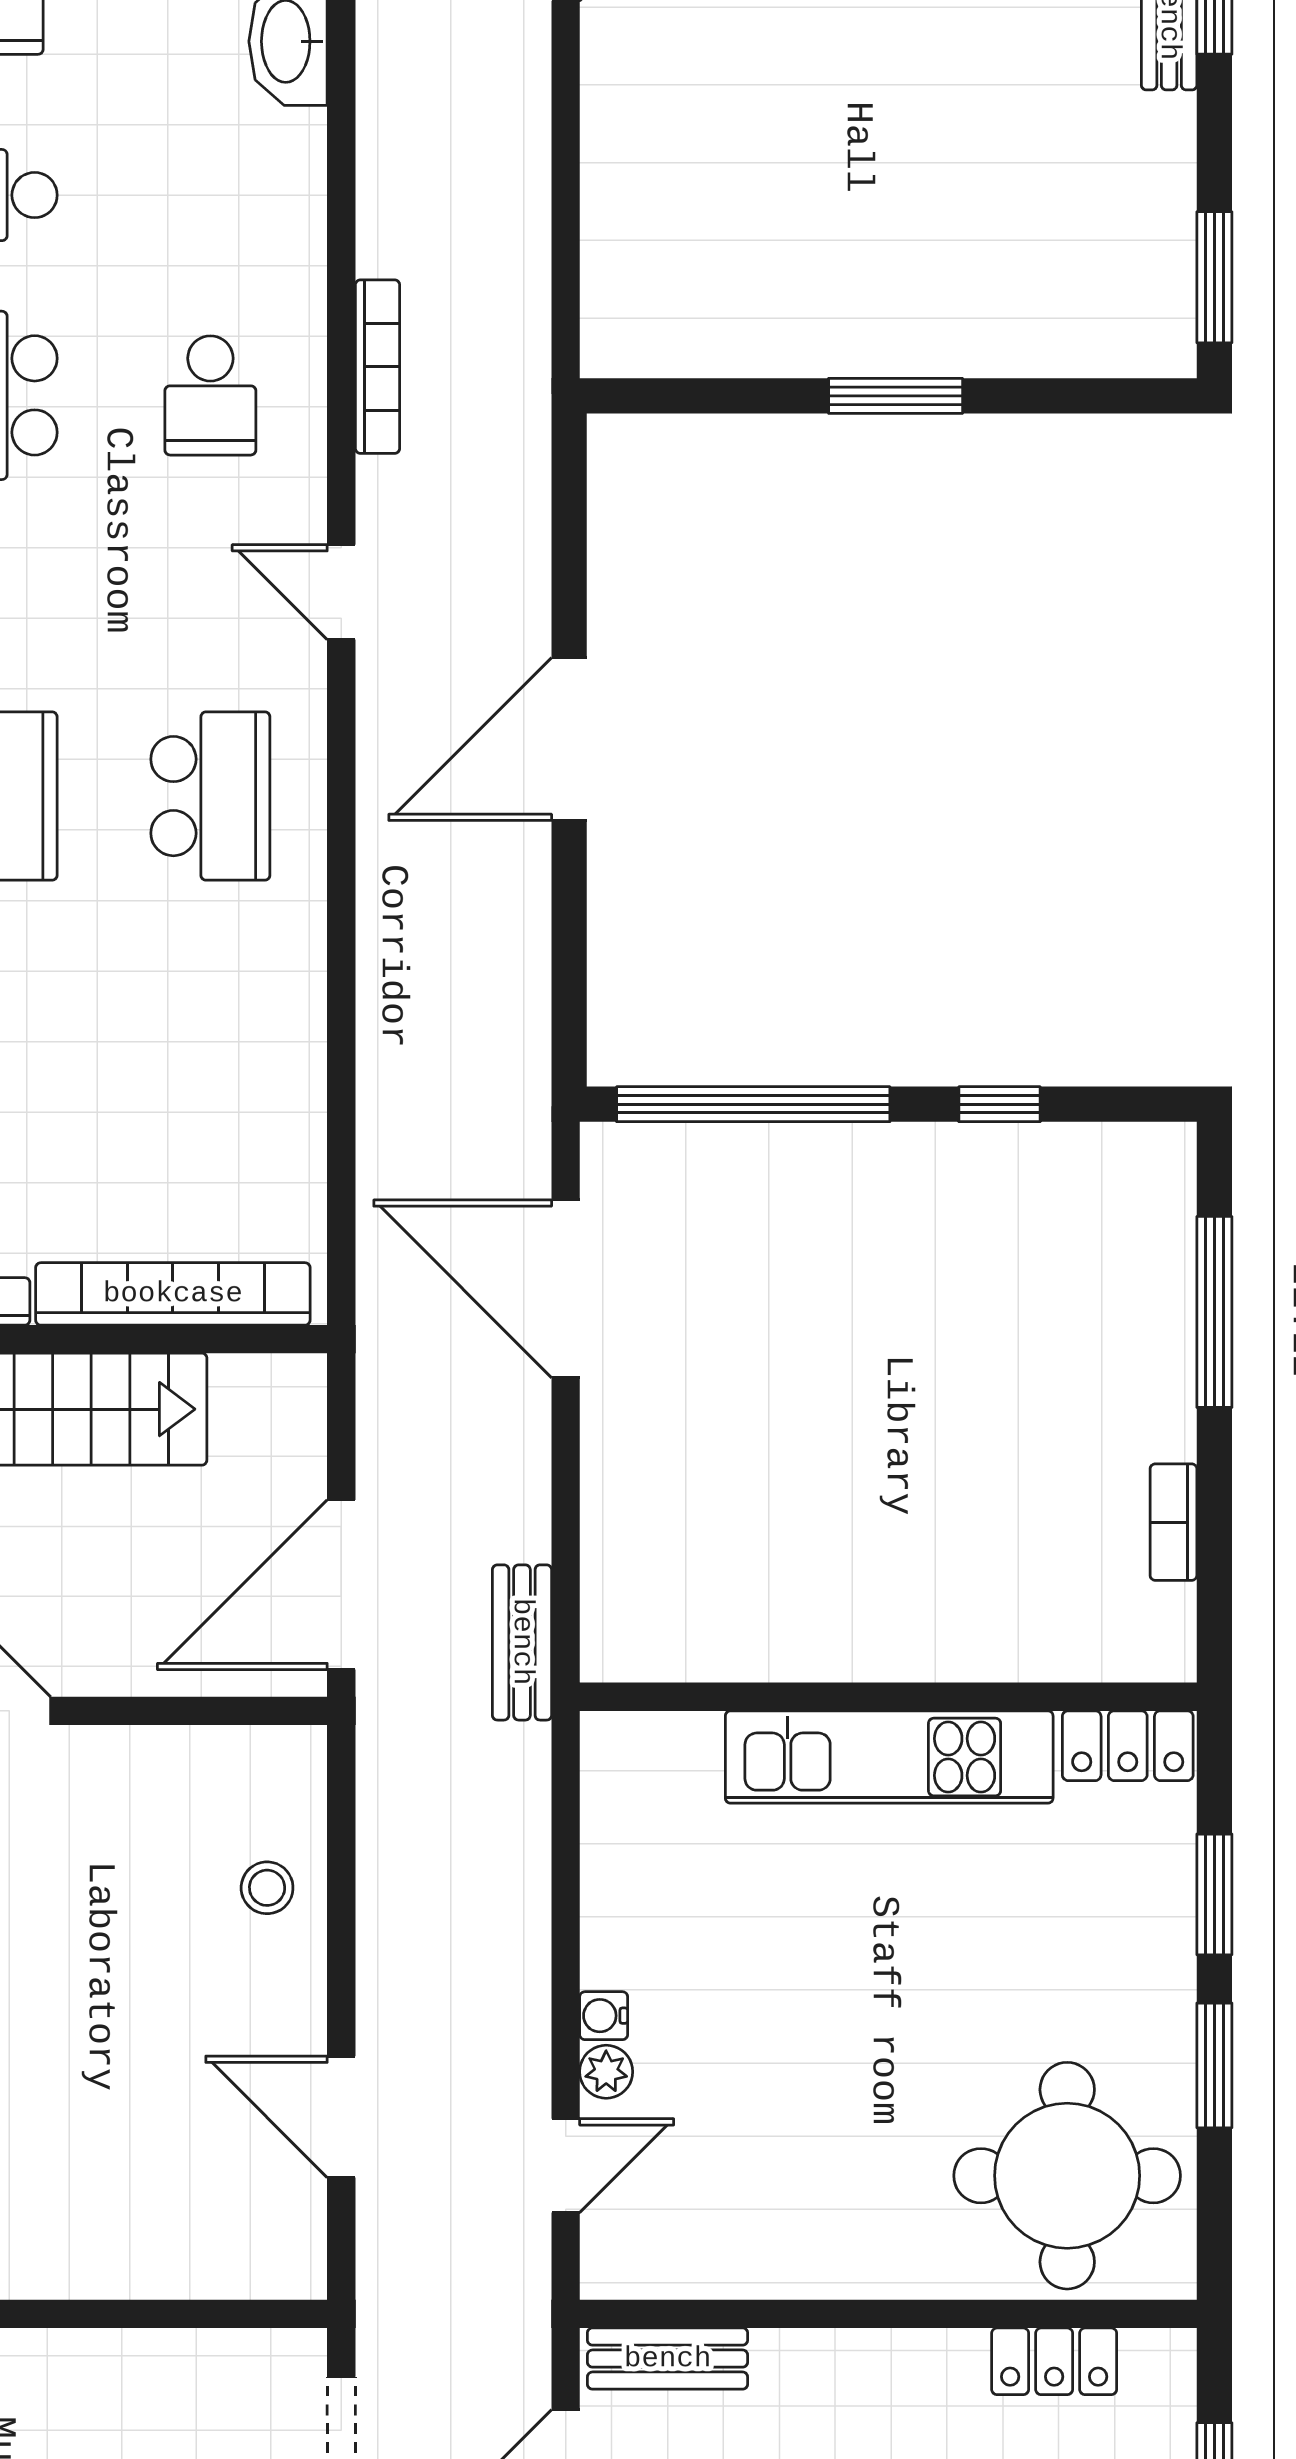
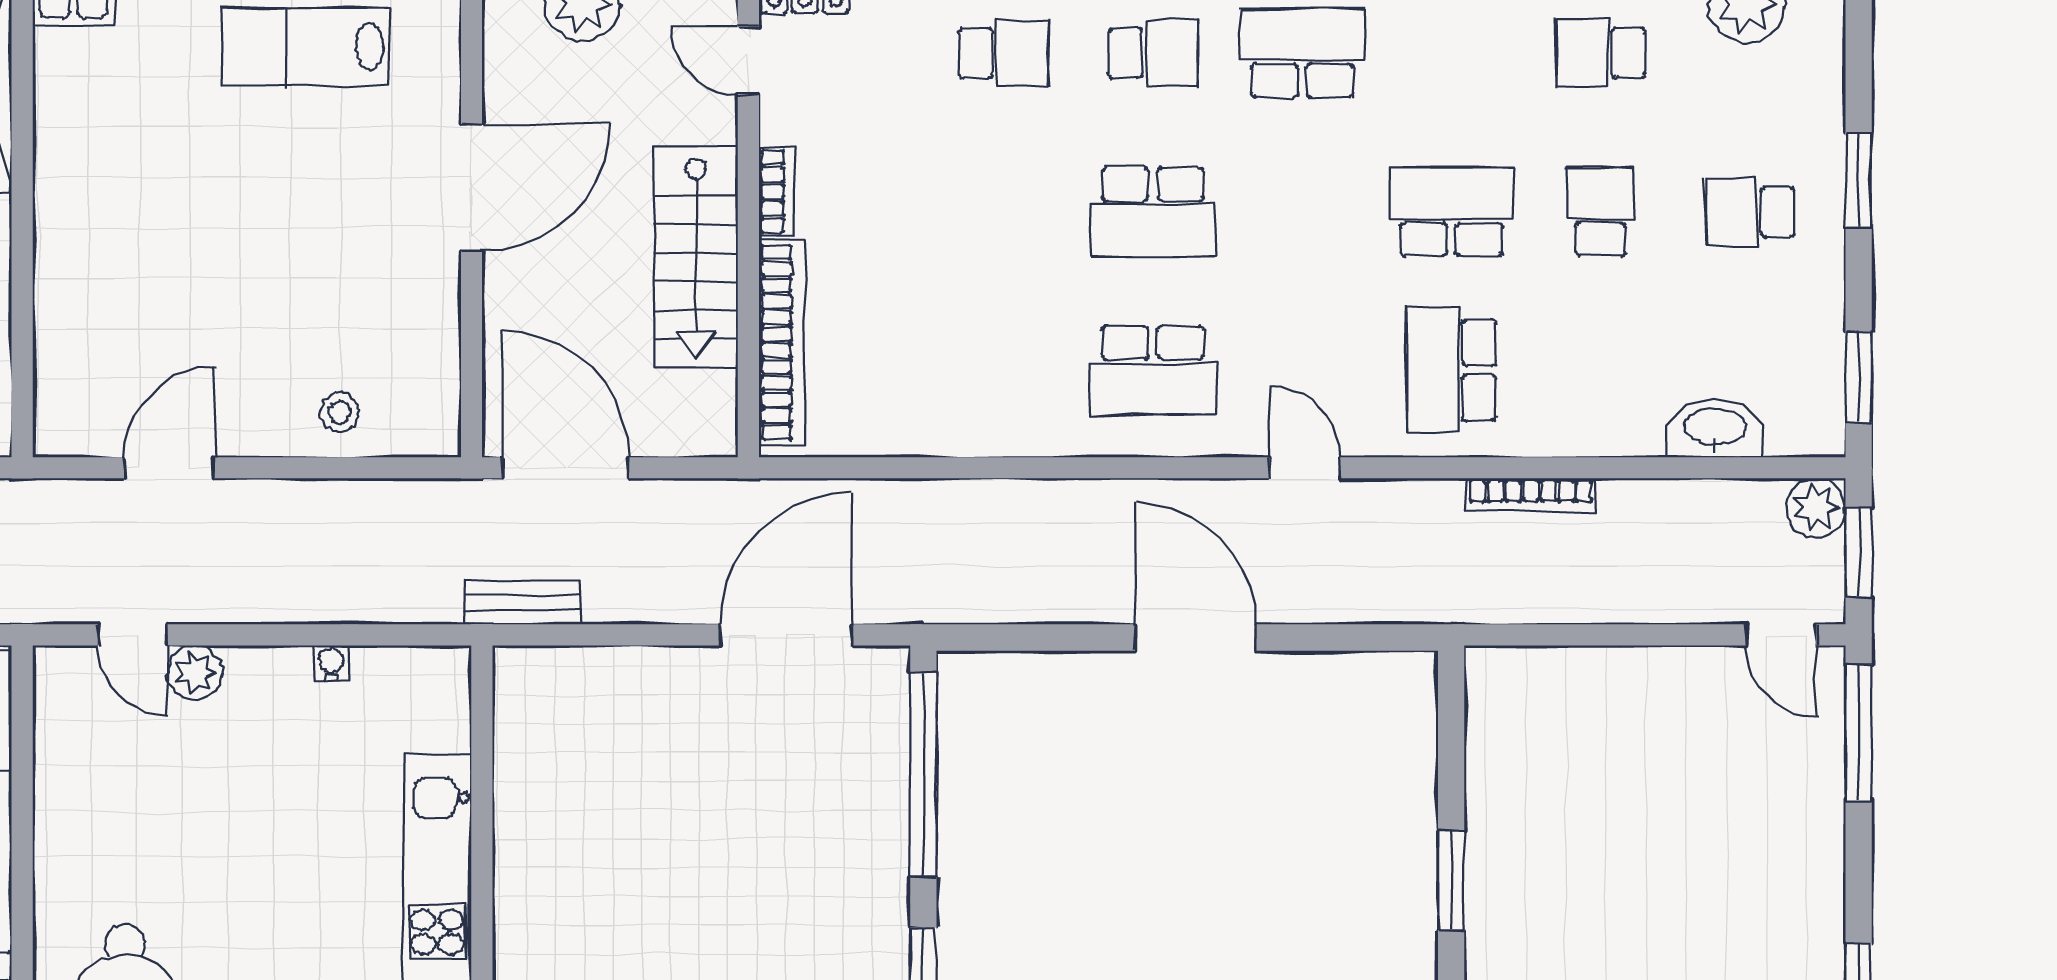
bookcase: (377, 367) -> (1531, 495), moved
school desk: (210, 395) -> (1451, 370), width x1.85
door: (341, 592) -> (1305, 468), hinge flipped
water cooler: (604, 2016) -> (331, 663), moved
plant: (606, 2072) -> (195, 673), width x1.38, depth x1.38

